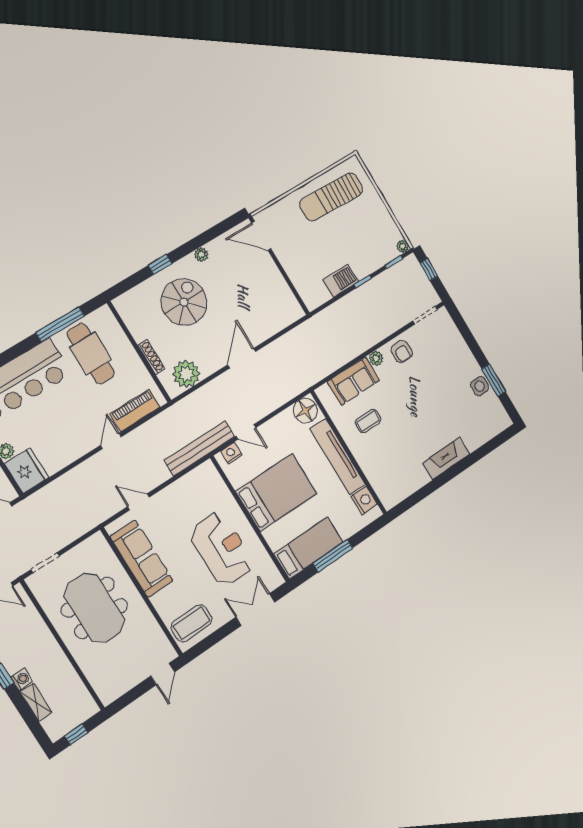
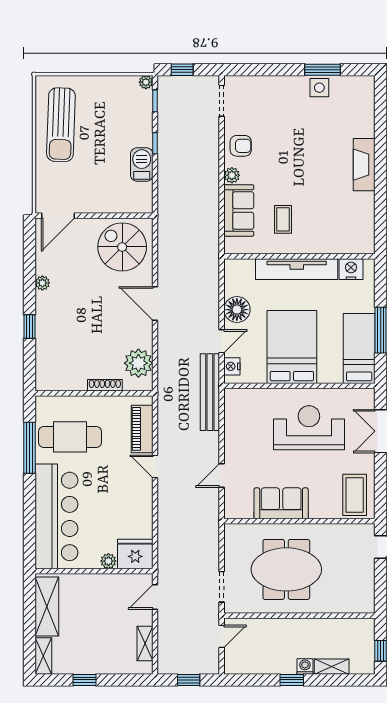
spiral stairs: (184, 302) -> (122, 247), moved
floor lamp: (305, 410) -> (237, 310), moved
sofa: (142, 559) -> (281, 503), width x0.73

